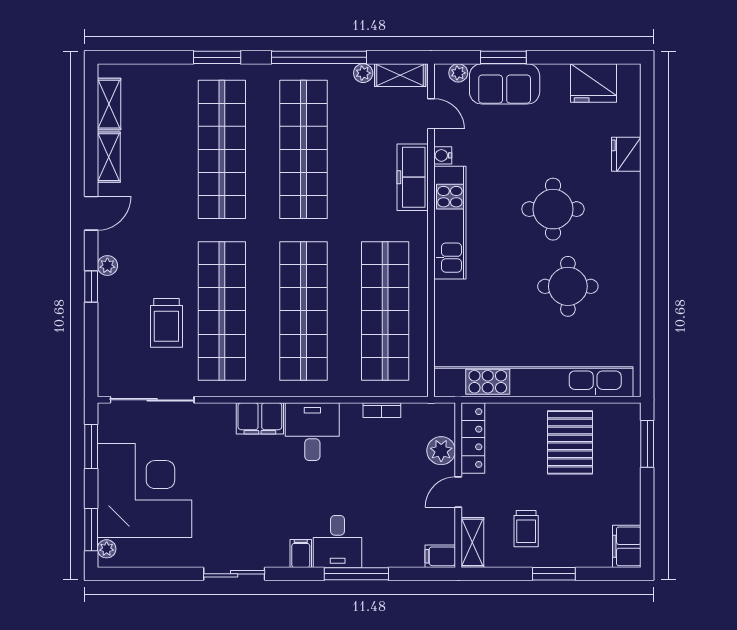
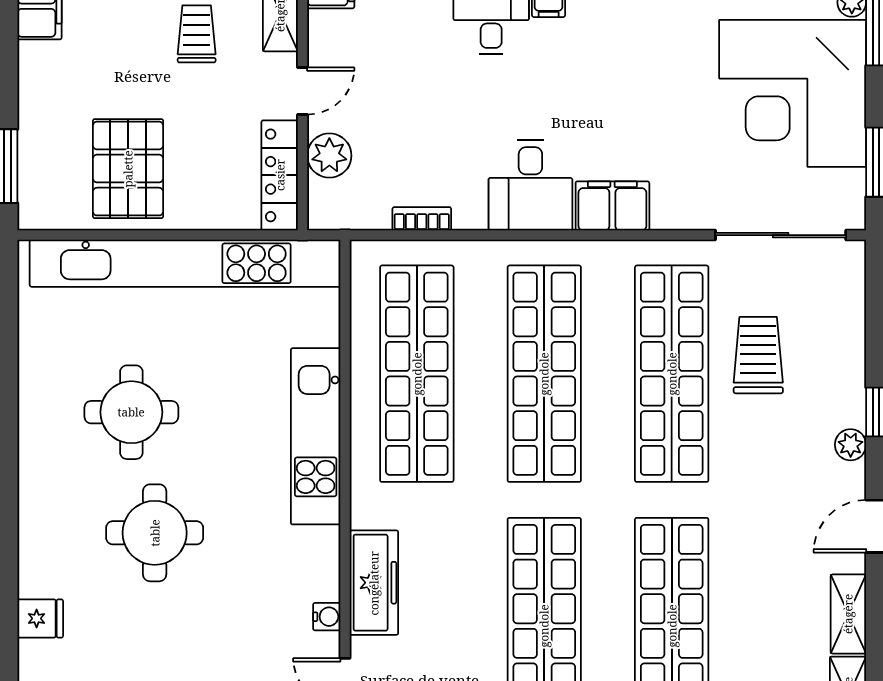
fridge: (626, 154) -> (40, 618), width x0.72
kitchen unit: (450, 223) -> (316, 436), moved

